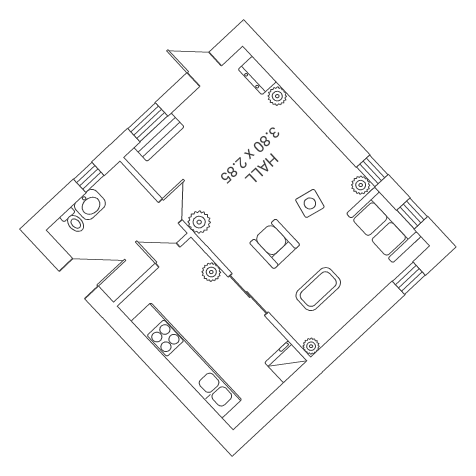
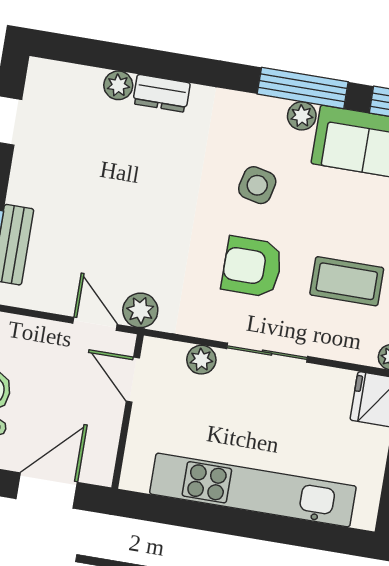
dresser: (257, 75) -> (161, 93), moved
window: (372, 171) -> (303, 88), width x2.17
door: (168, 255) -> (133, 380), hinge flipped
coffee table: (318, 289) -> (347, 281), turned 90

